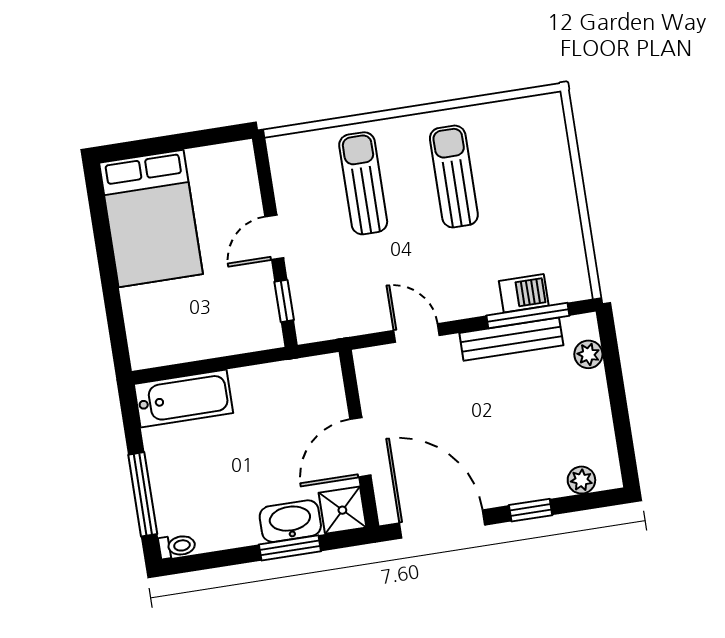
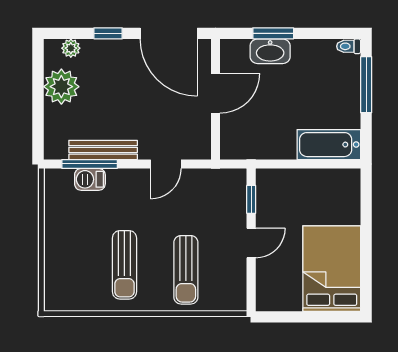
door: (416, 333) -> (166, 164), hinge flipped
plant: (588, 354) -> (61, 87), moved, width x1.88, depth x1.88
shower: (342, 510) -> (234, 53), removed

